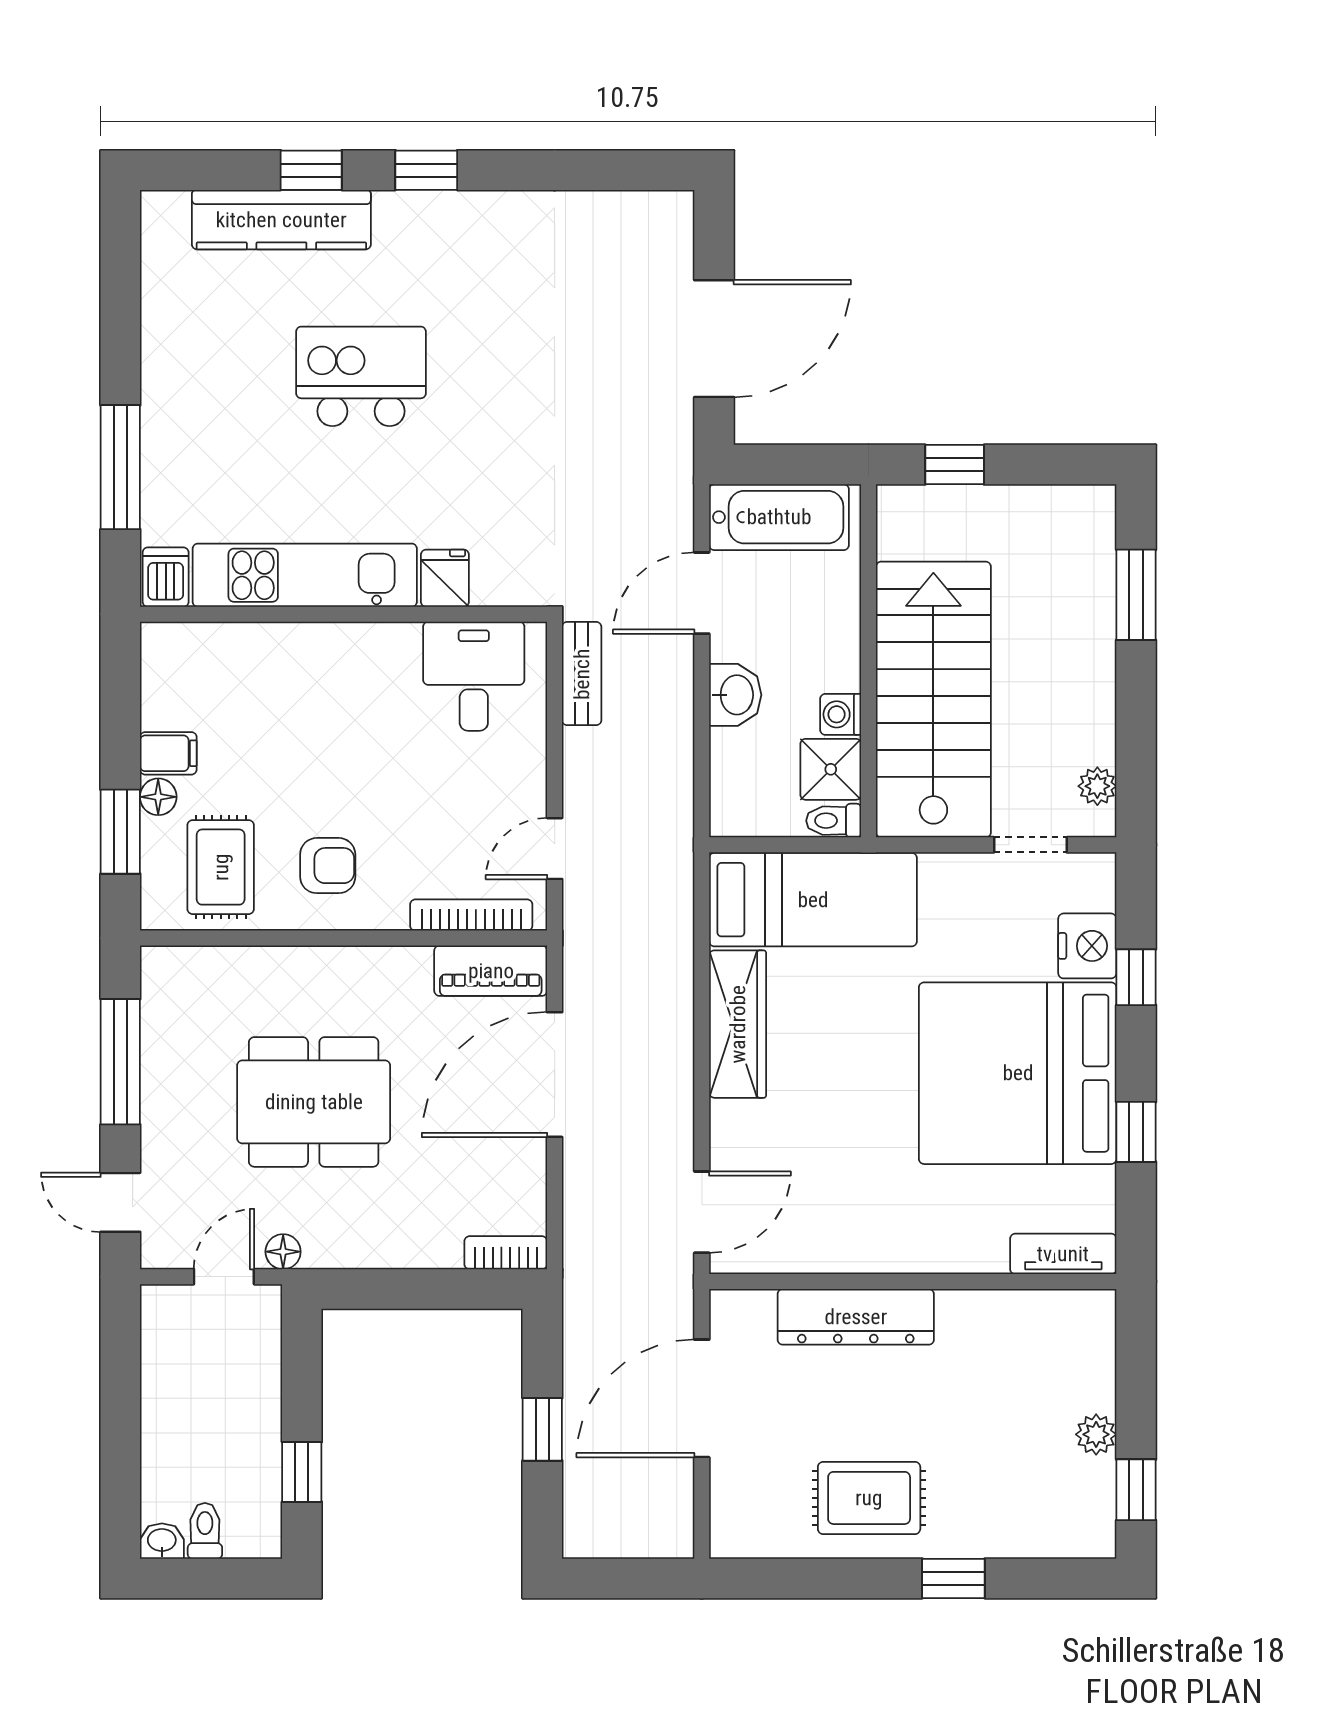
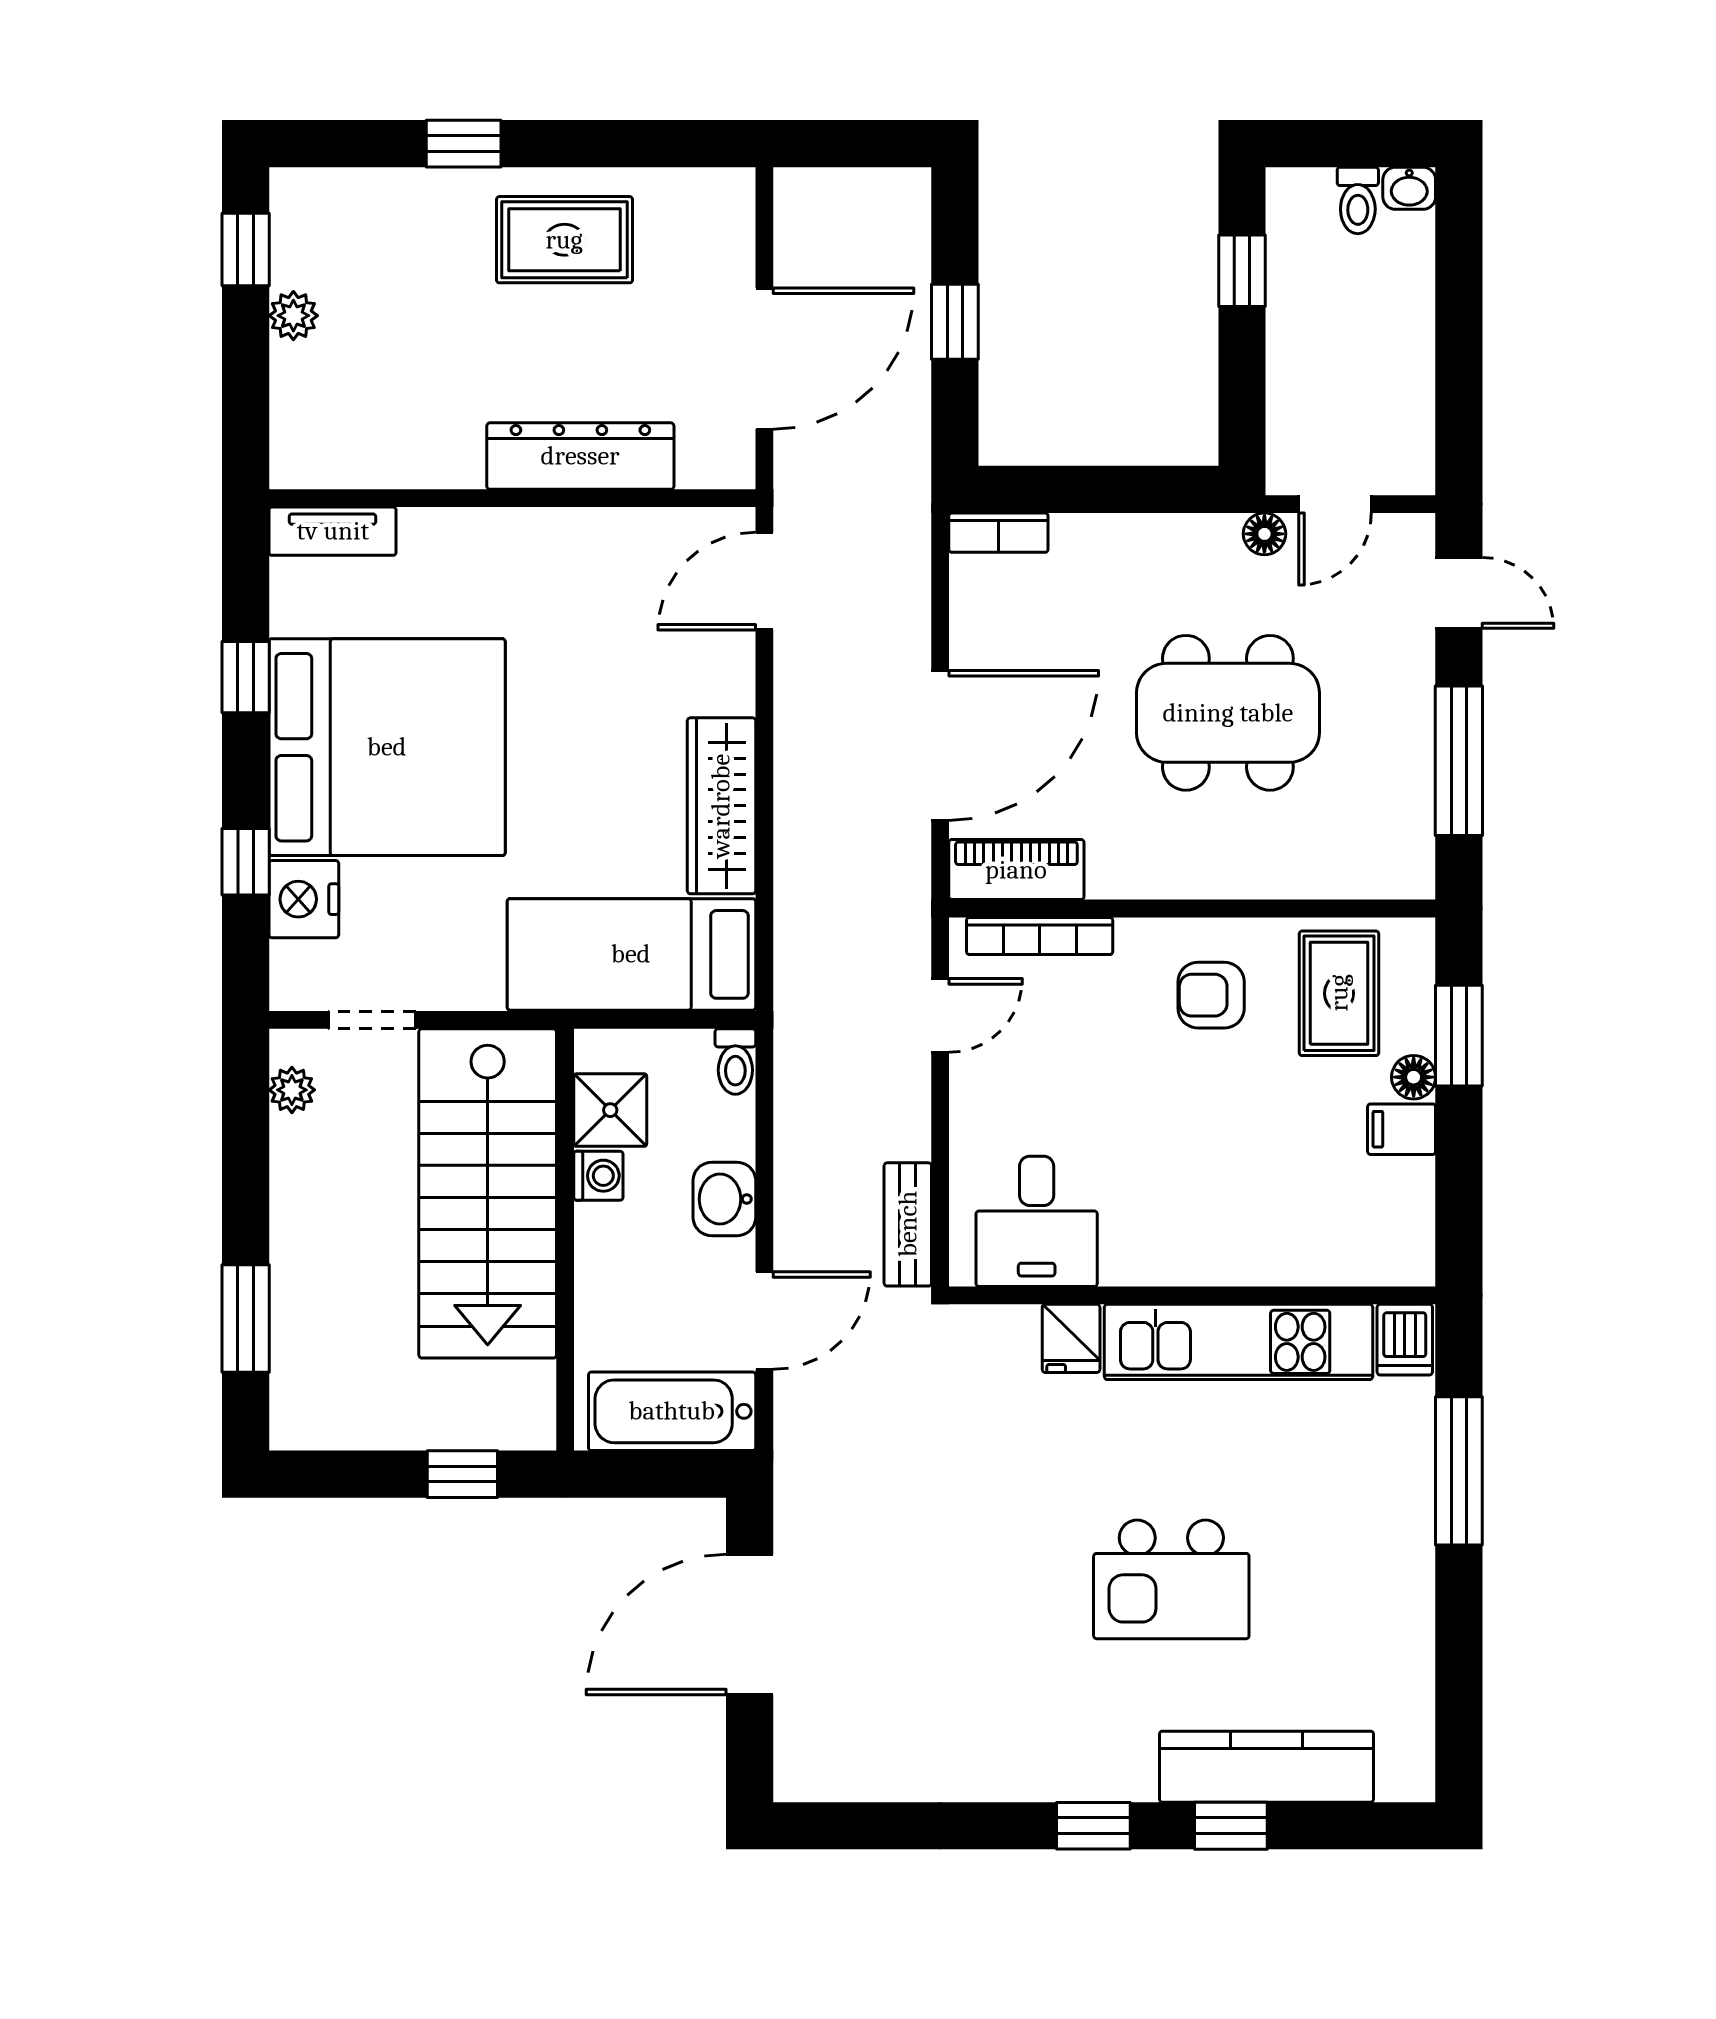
toilet: (834, 821) -> (735, 1062), moved, turned 90

